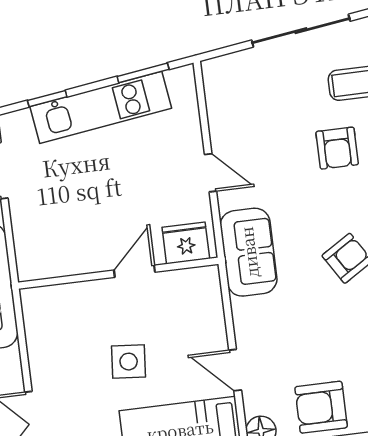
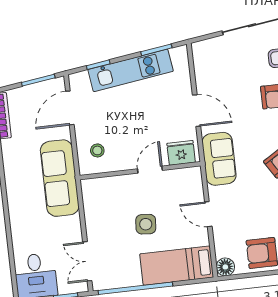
door: (211, 173) -> (197, 111), width x1.38
stool: (47, 241) -> (97, 150), added
door: (235, 370) -> (208, 214), moved

